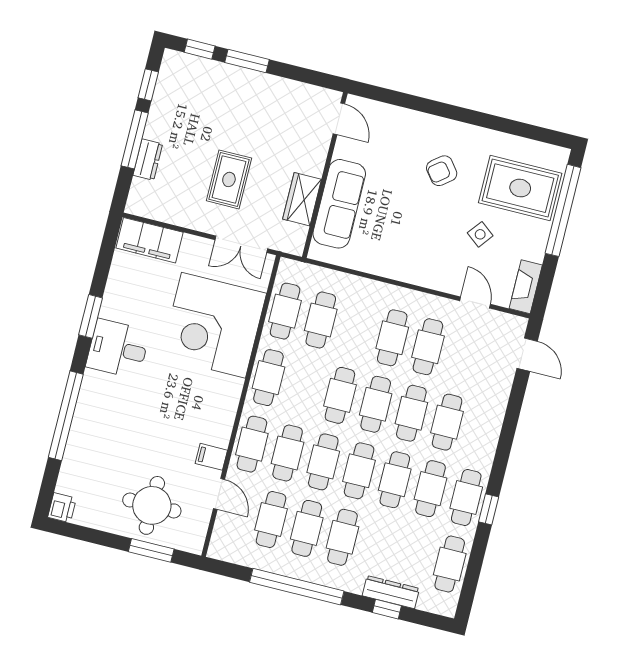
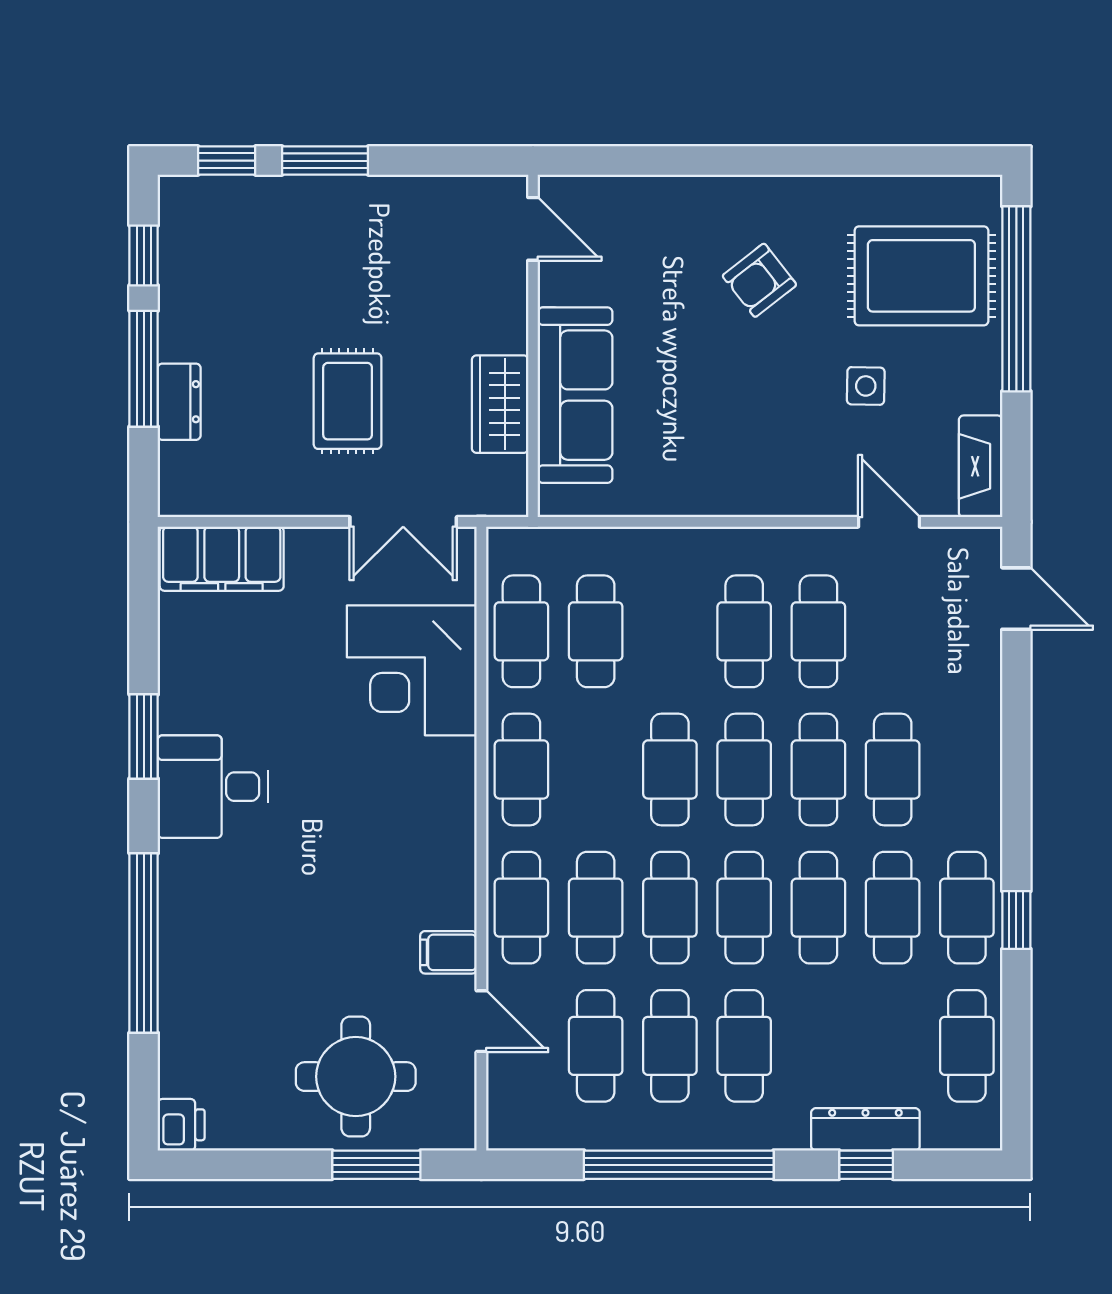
side table: (480, 234) -> (866, 386), turned -37
corner desk: (213, 325) -> (412, 670), width x0.74, depth x0.74

